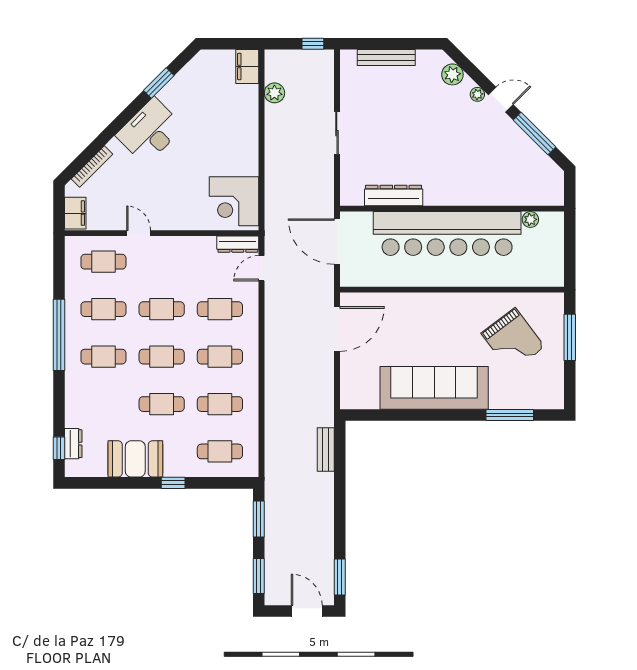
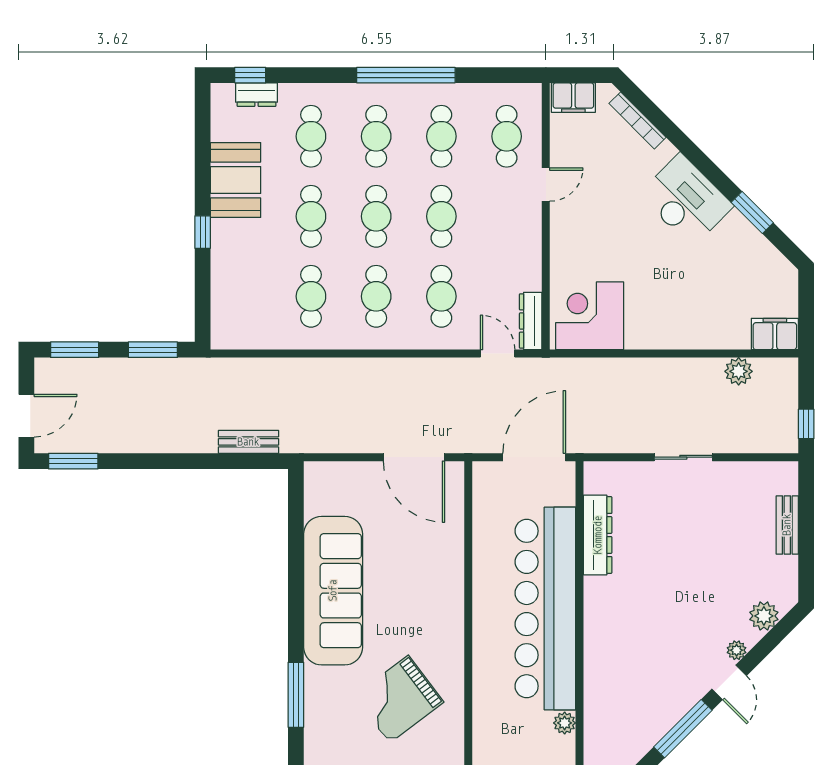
bench: (386, 57) -> (787, 525), width x0.73
cafe table: (220, 451) -> (311, 136), moved

